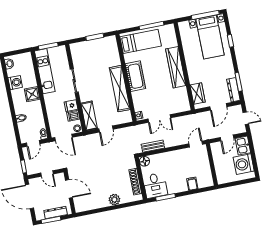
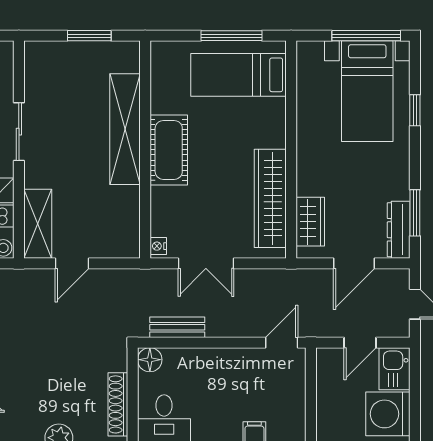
bed: (141, 41) -> (239, 75), moved, turned 180
wardrobe: (176, 67) -> (270, 198), moved
shelving: (120, 89) -> (125, 129), moved

